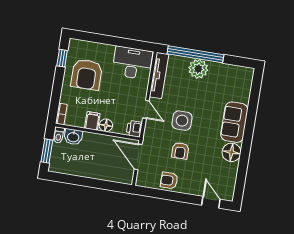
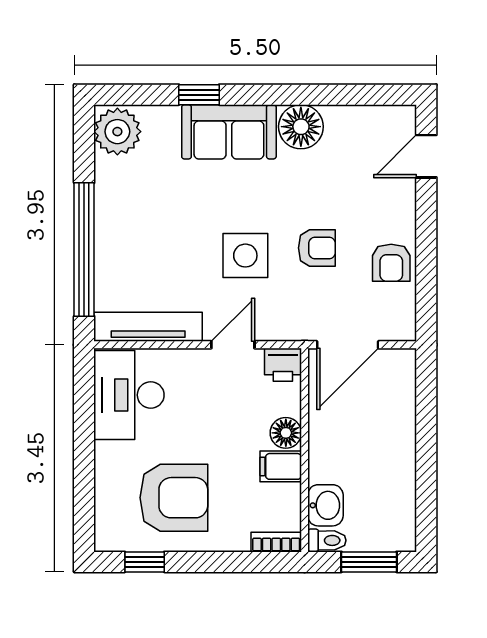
plant: (198, 69) -> (117, 132), moved
window: (252, 112) -> (199, 95), added

